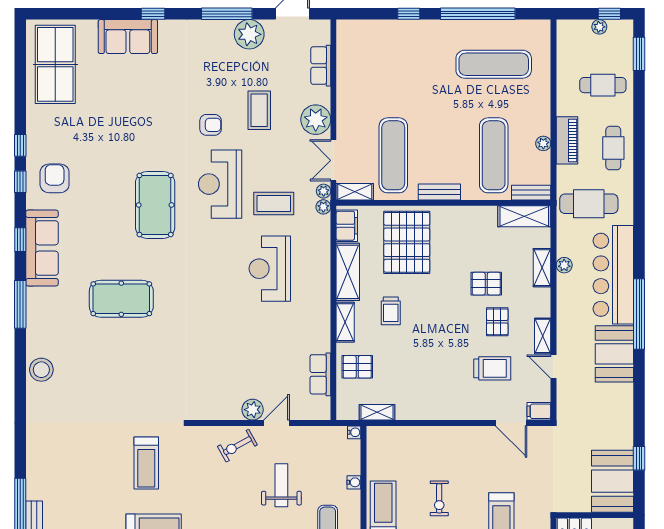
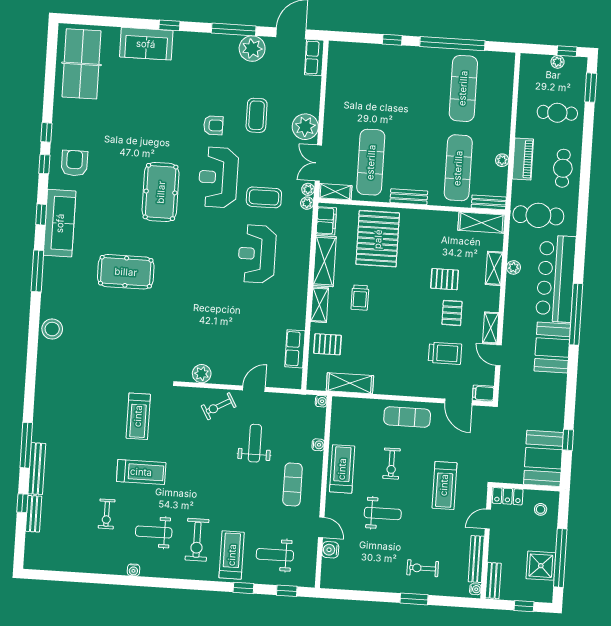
exercise mat: (494, 64) -> (463, 88), turned 90
row of seats: (321, 66) -> (314, 58), moved
plant: (253, 410) -> (202, 374), moved
shelving: (377, 412) -> (350, 383), width x1.50, depth x1.33
exercise mat: (454, 444) -> (407, 417), added

